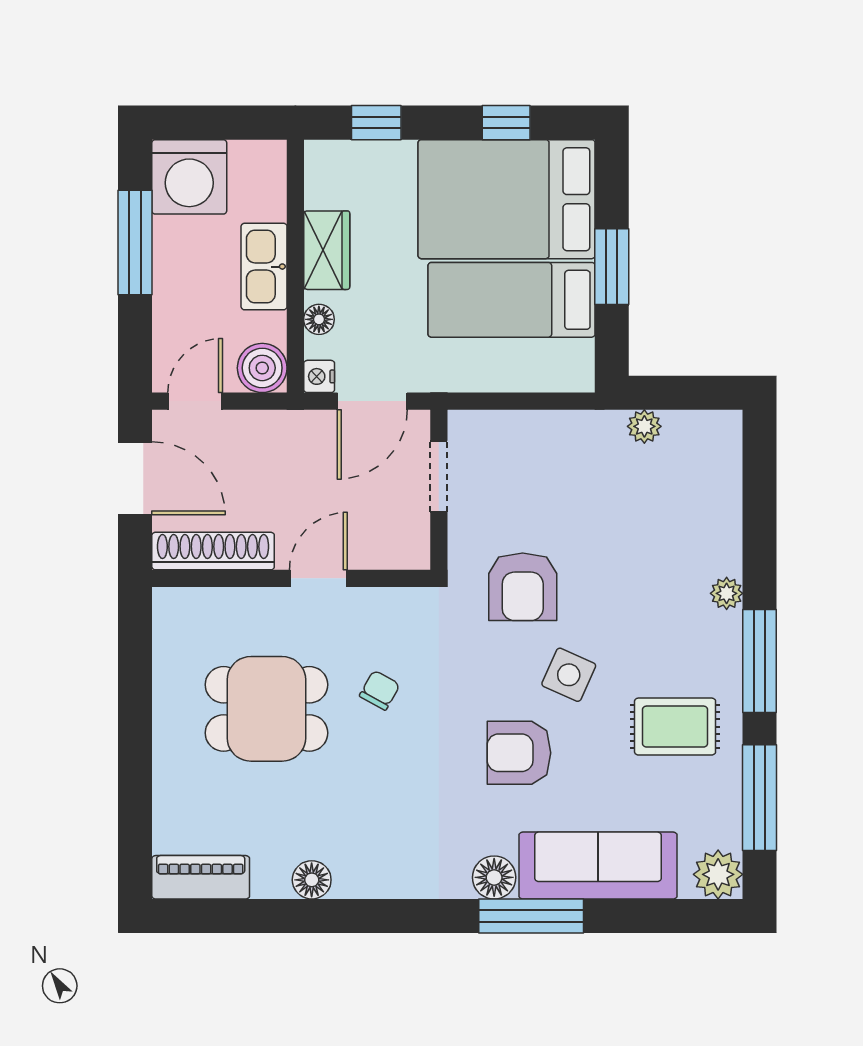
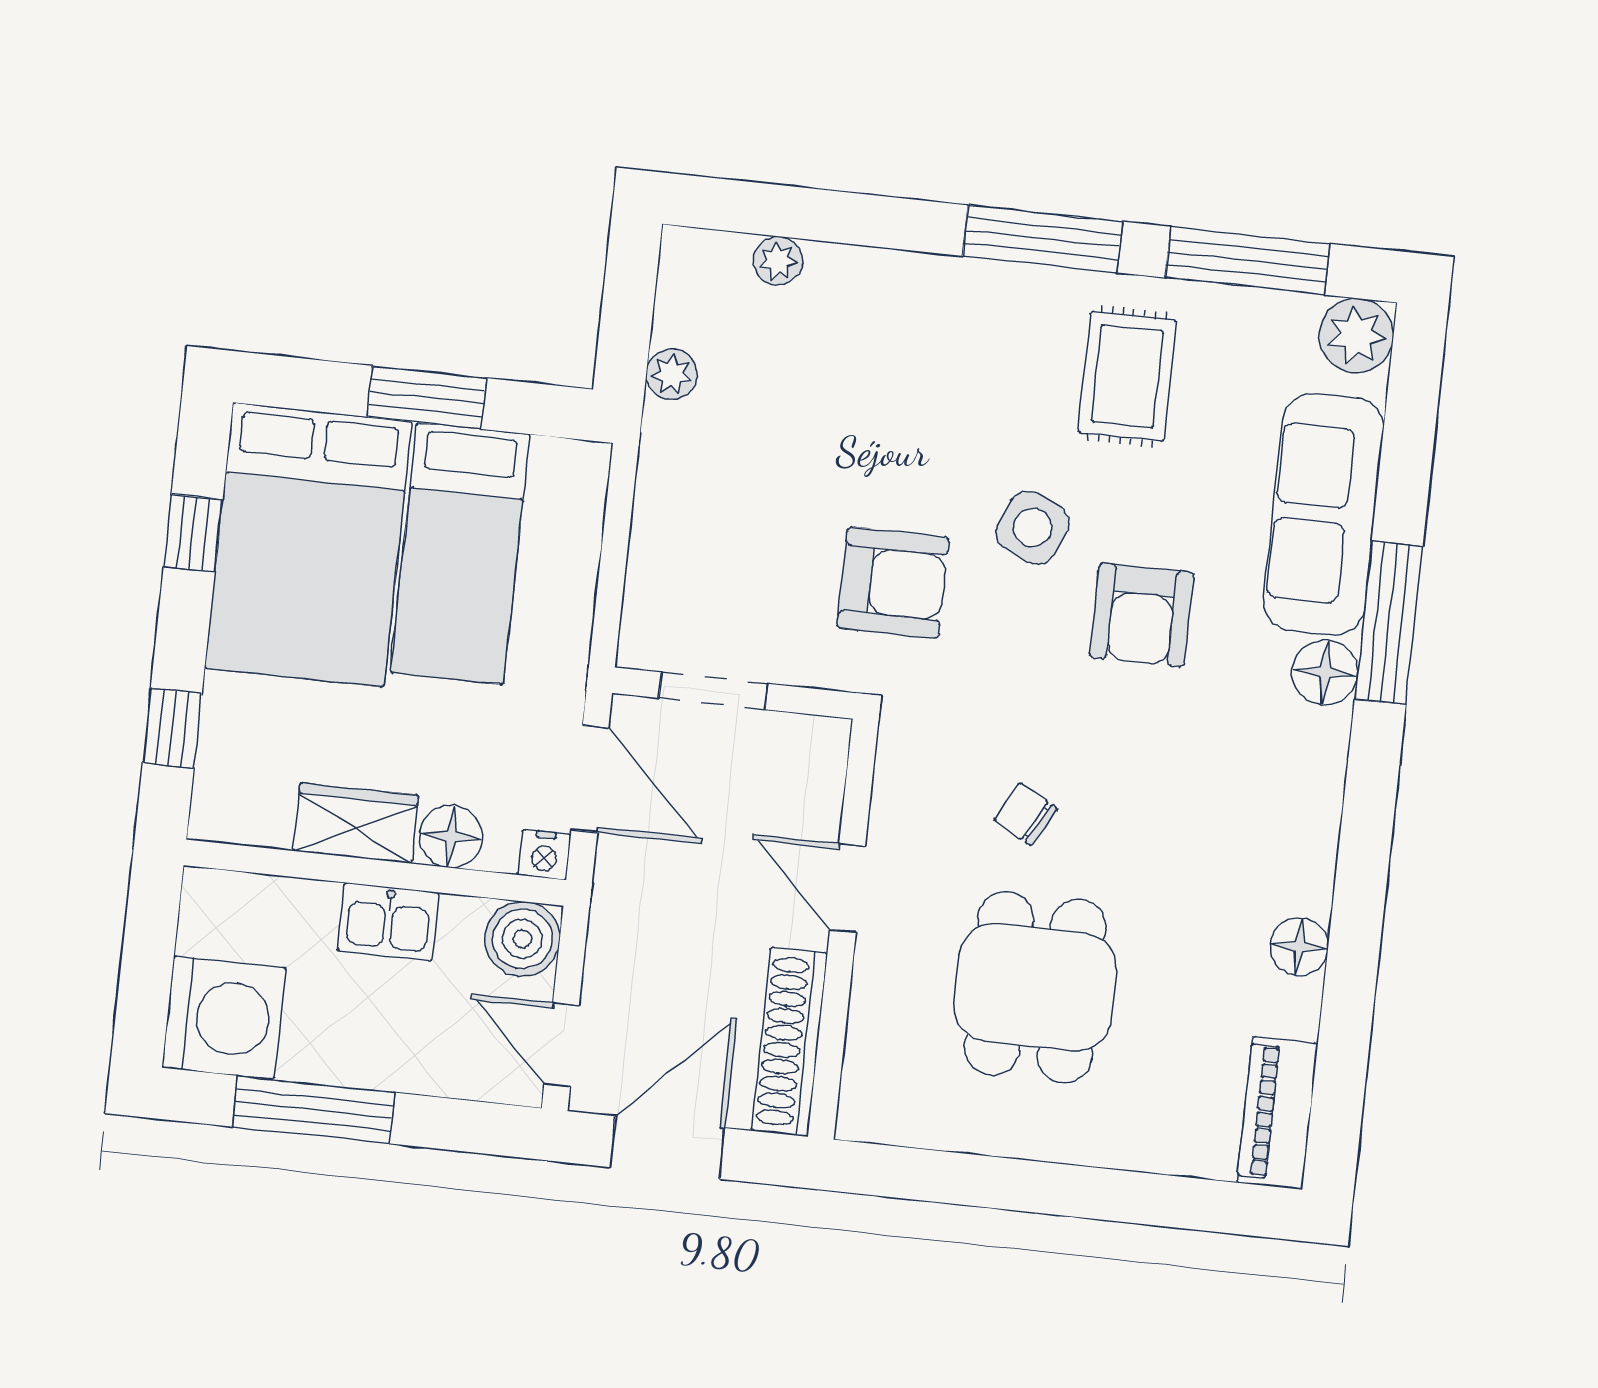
kitchen sink: (264, 267) -> (388, 922), width x0.73
floor lamp: (319, 319) -> (451, 836), width x1.37, depth x1.37
plant: (727, 593) -> (778, 261), moved

